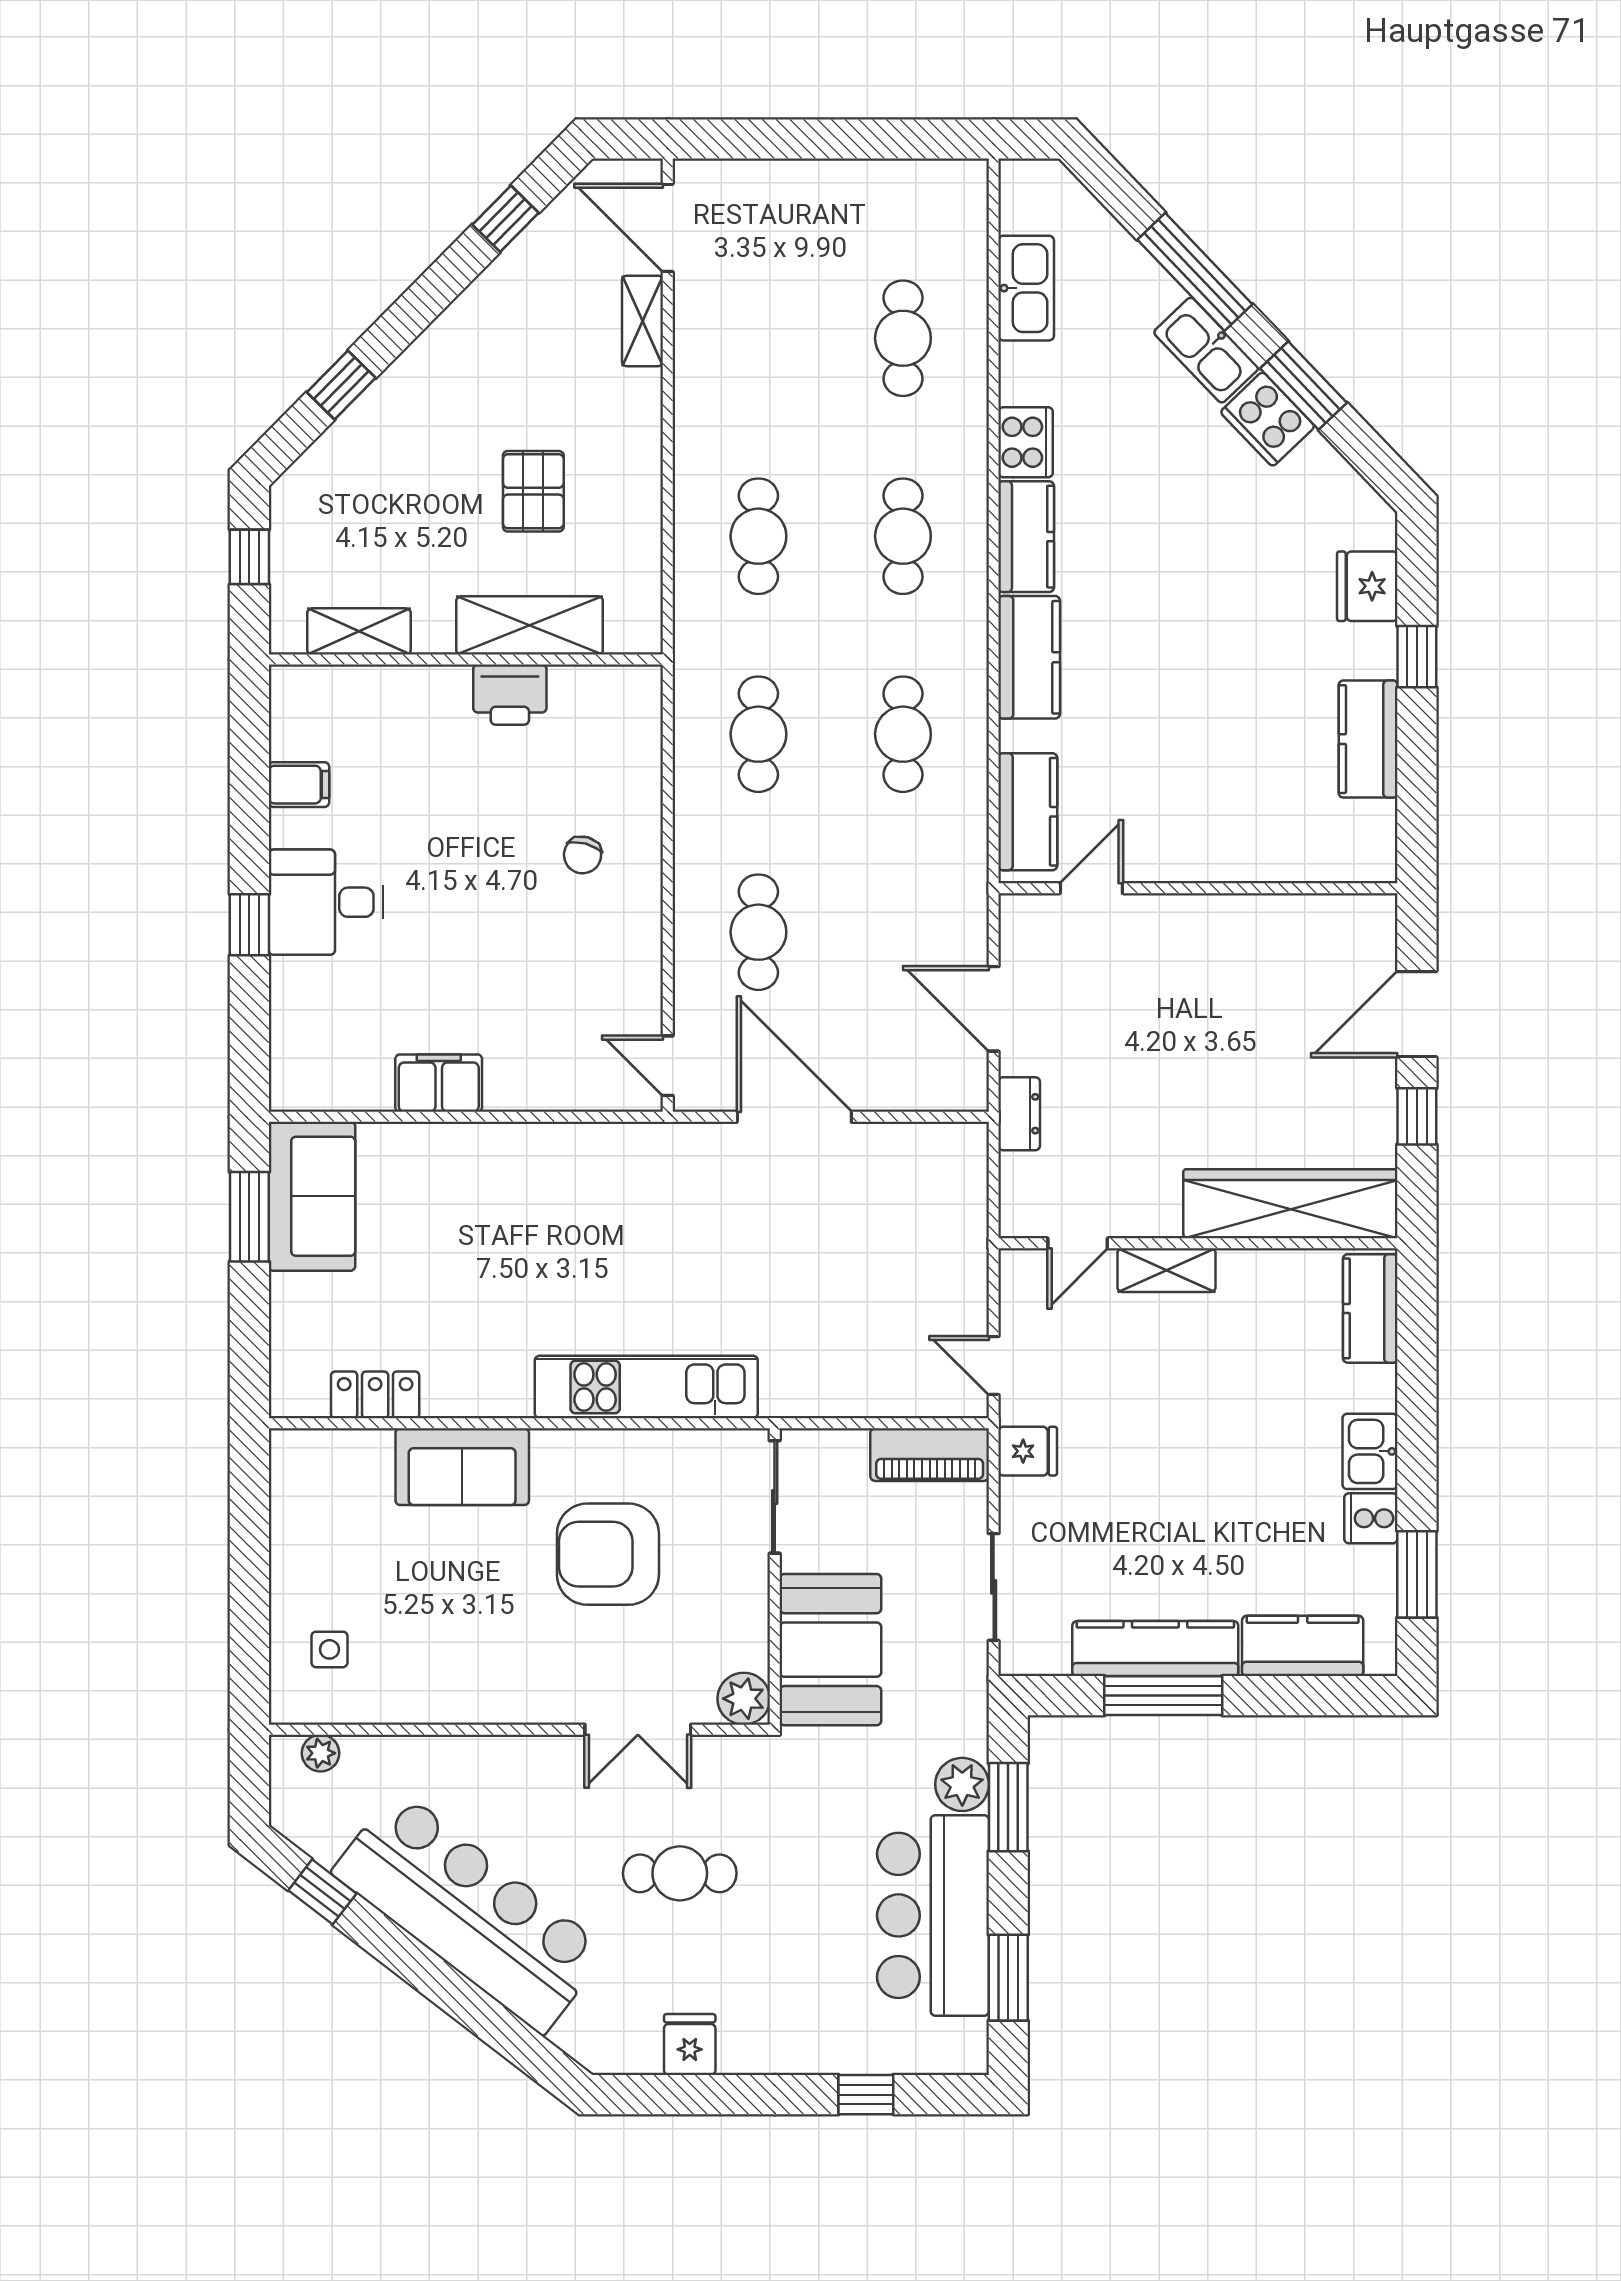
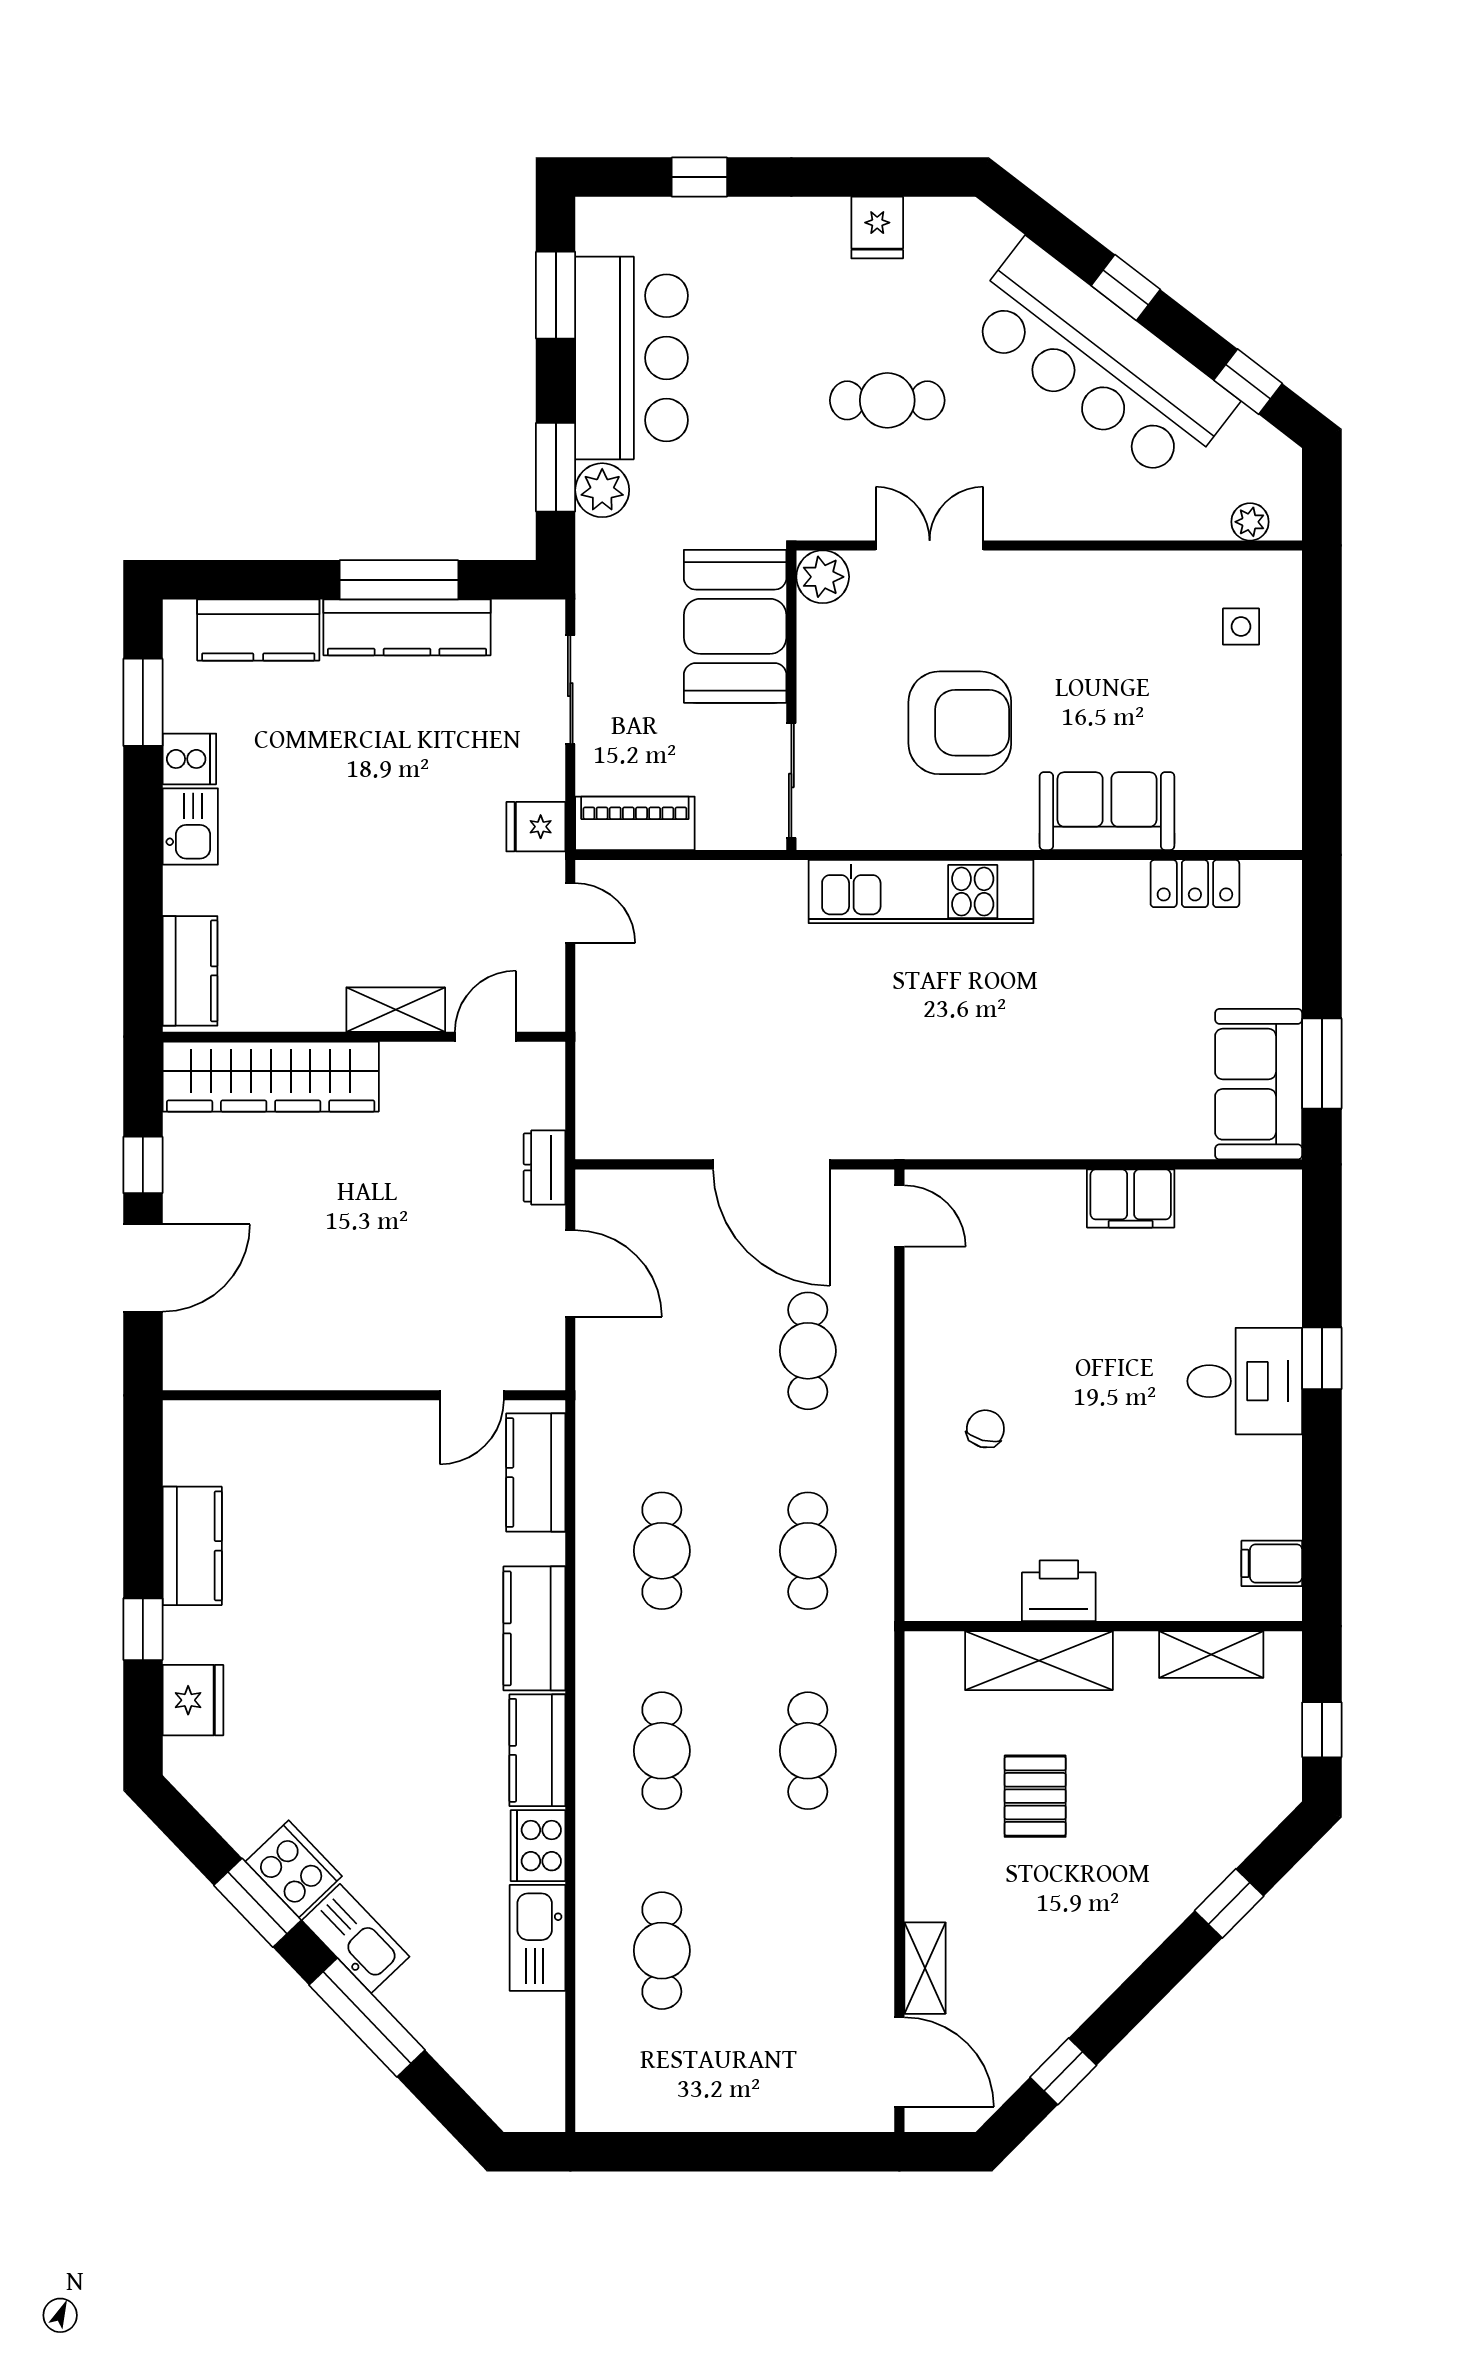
kitchen sink: (1026, 288) -> (537, 1938), moved
filing cabinet: (299, 785) -> (1272, 1563), moved
window: (444, 1985) -> (1126, 287), added

